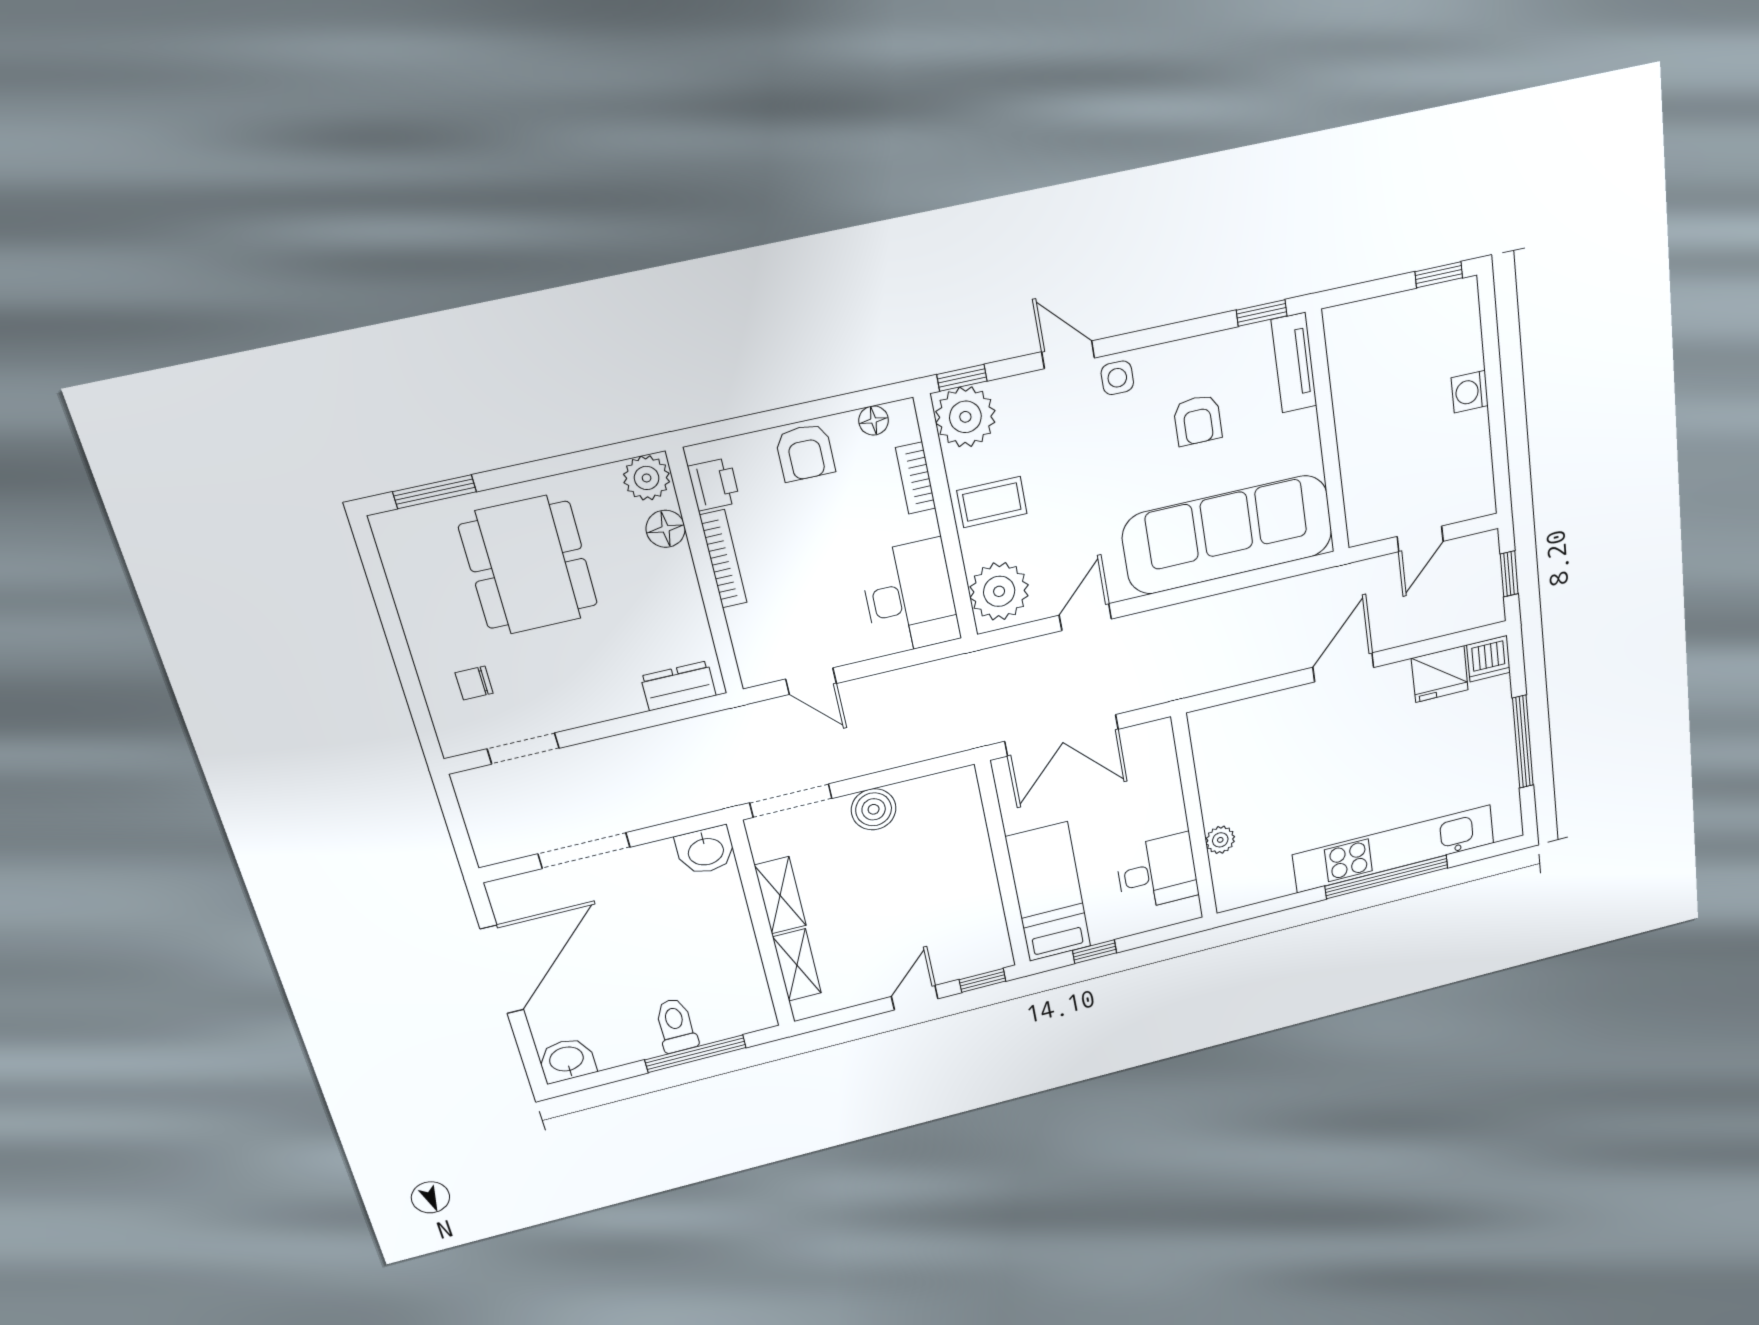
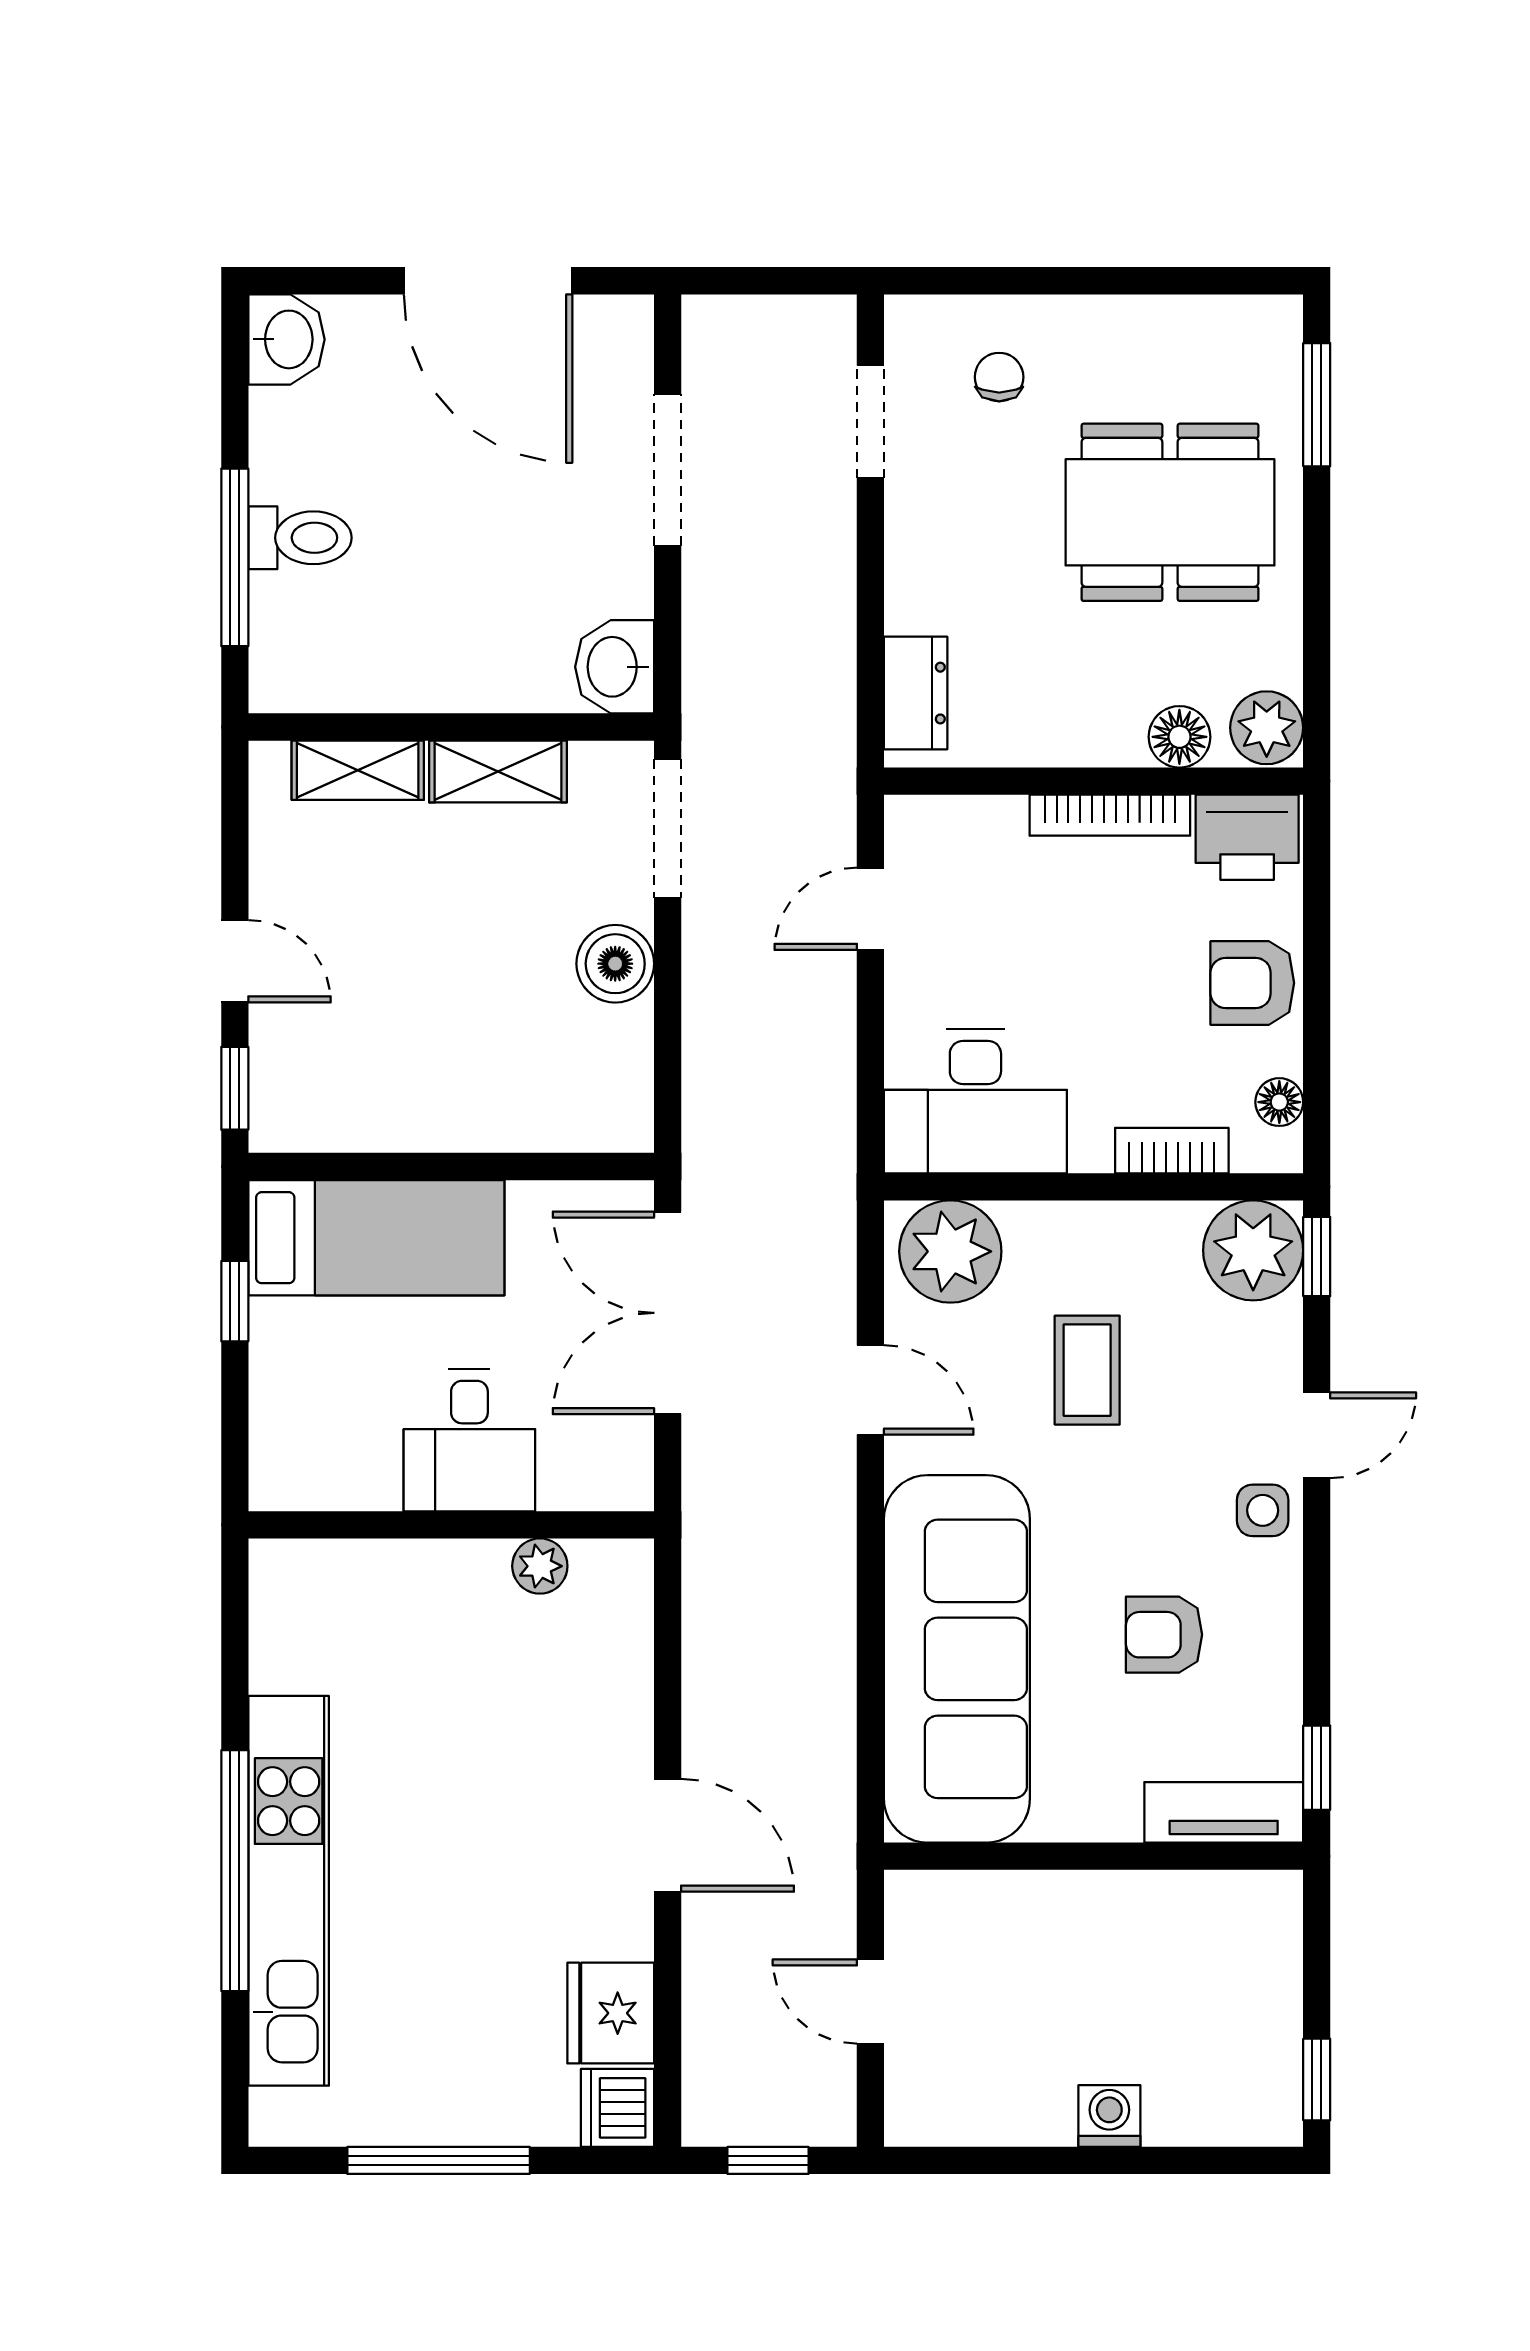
printer: (714, 484) -> (1247, 837), width x1.36, depth x1.24
coffee table: (992, 502) -> (1087, 1370), moved
plant: (1220, 840) -> (540, 1566), moved
desk: (1157, 872) -> (469, 1440), moved

